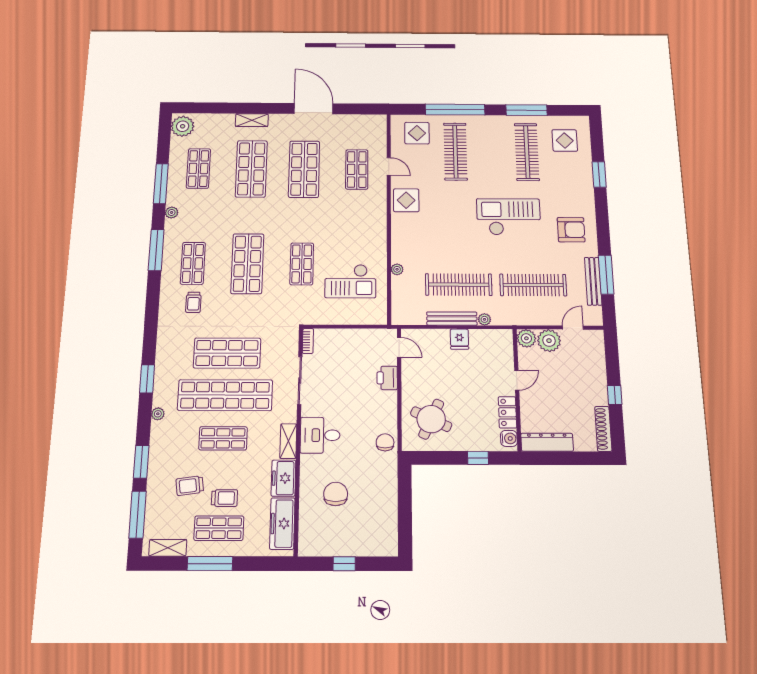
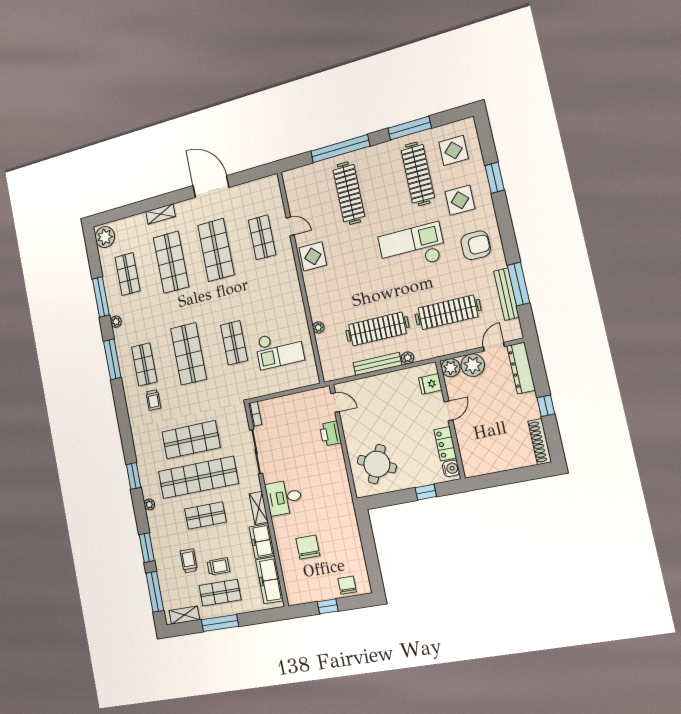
display table: (417, 133) -> (460, 200), moved
fridge: (459, 339) -> (430, 384), moved, turned 90
chair: (385, 442) -> (347, 585), moved
dresser: (547, 442) -> (521, 368), moved, turned -90
trolley: (190, 486) -> (189, 561), turned 98

